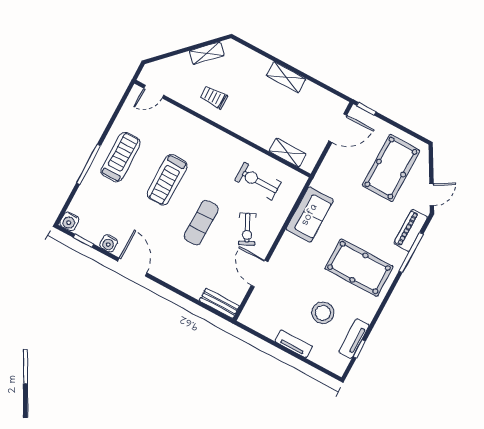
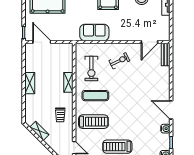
shelving: (288, 153) -> (68, 82), moved
treadmill: (167, 180) -> (93, 122), moved
exercise mat: (201, 223) -> (95, 96), moved
door: (132, 267) -> (171, 110), hinge flipped
door: (260, 274) -> (150, 42), moved

